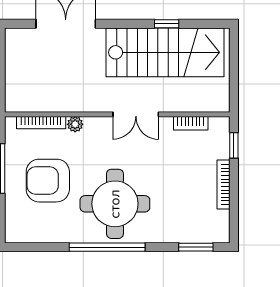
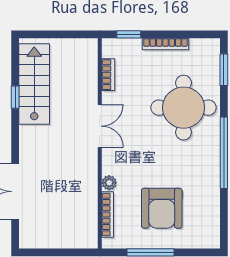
stairs: (165, 52) -> (34, 84), width x0.73, depth x0.66
round table: (115, 204) -> (184, 108), moved

